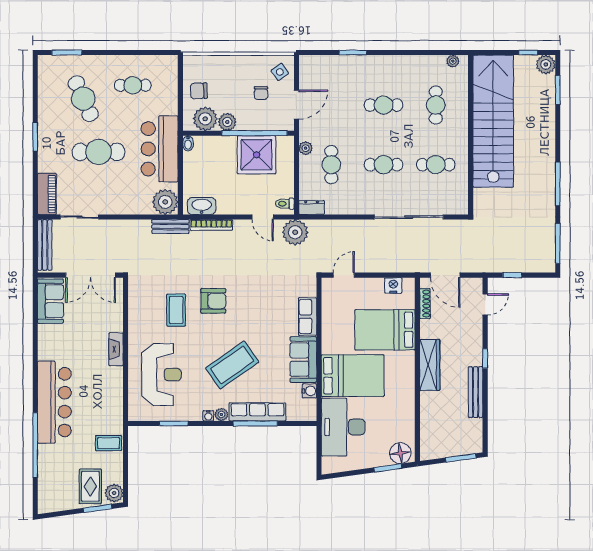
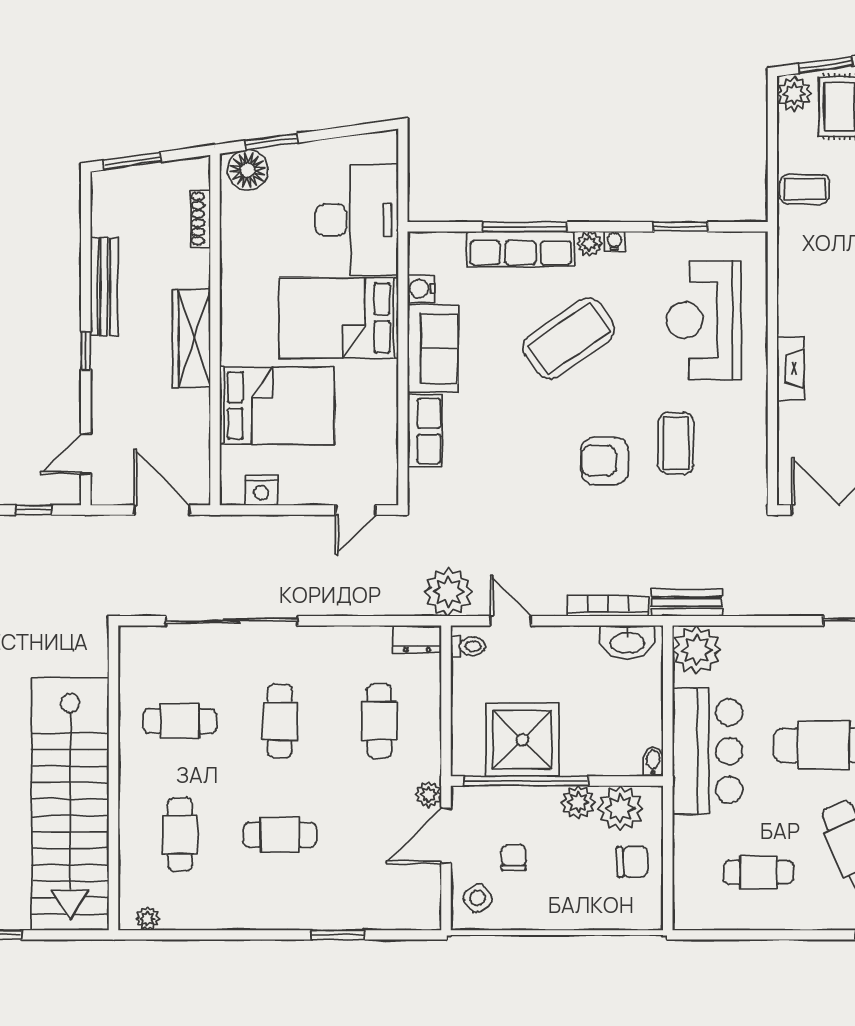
plant: (306, 148) -> (429, 795), moved
cafe table: (384, 165) -> (280, 721), turned 90
shoe rack: (425, 304) -> (201, 219), moved

